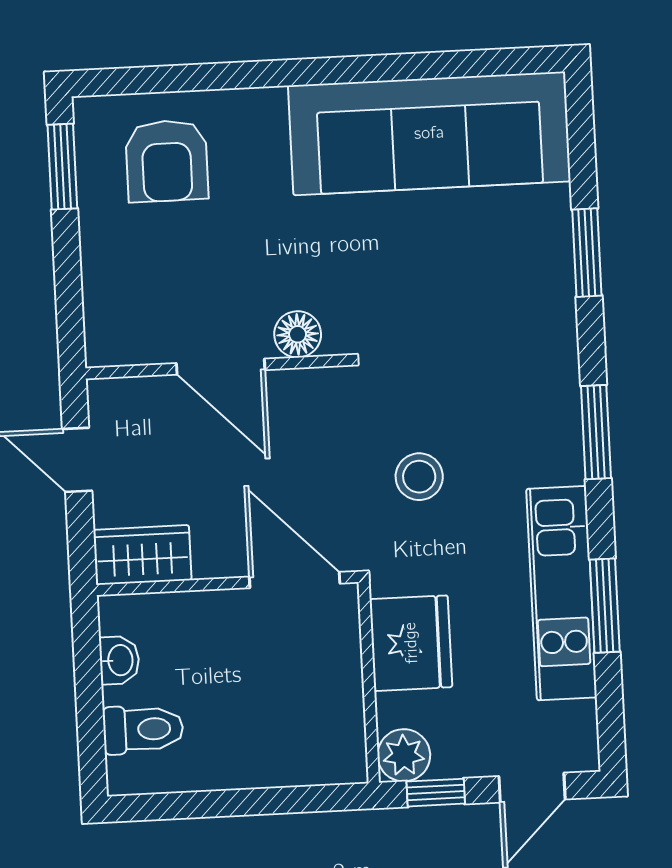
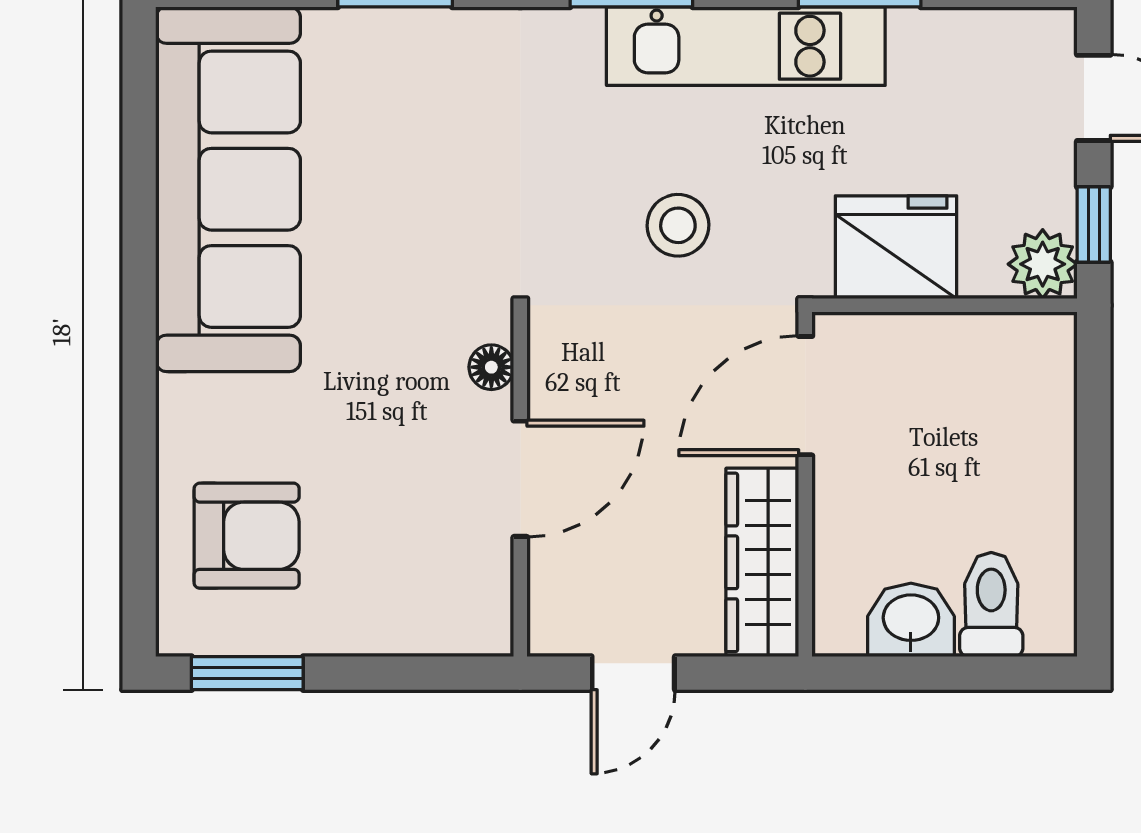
floor lamp: (298, 334) -> (491, 367), width x0.73, depth x0.73
wardrobe: (142, 555) -> (762, 562), width x1.50
kitchen unit: (562, 593) -> (746, 46), moved
washbasin: (119, 660) -> (911, 620), width x1.38, depth x1.45

